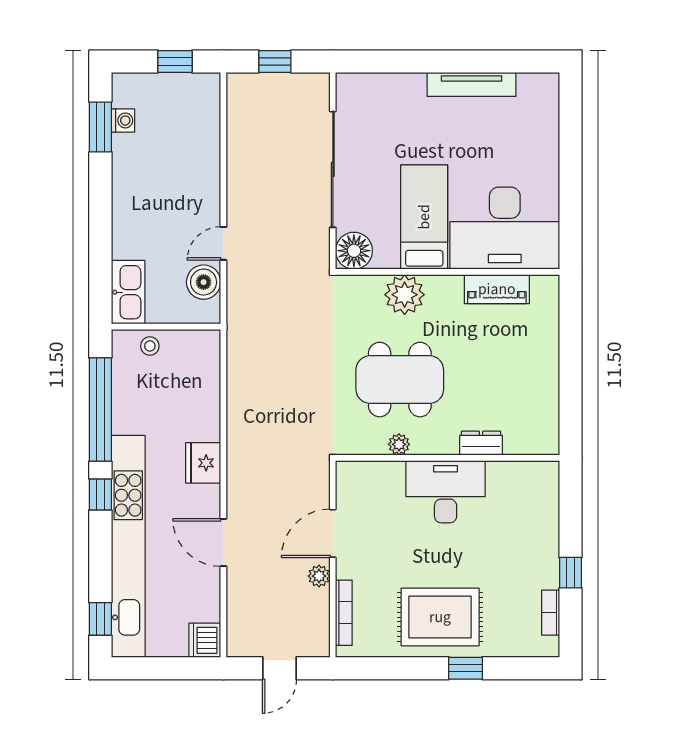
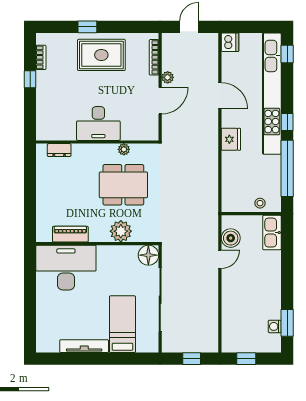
bed: (424, 217) -> (122, 324), moved, turned 180
dresser: (481, 443) -> (59, 150), moved

